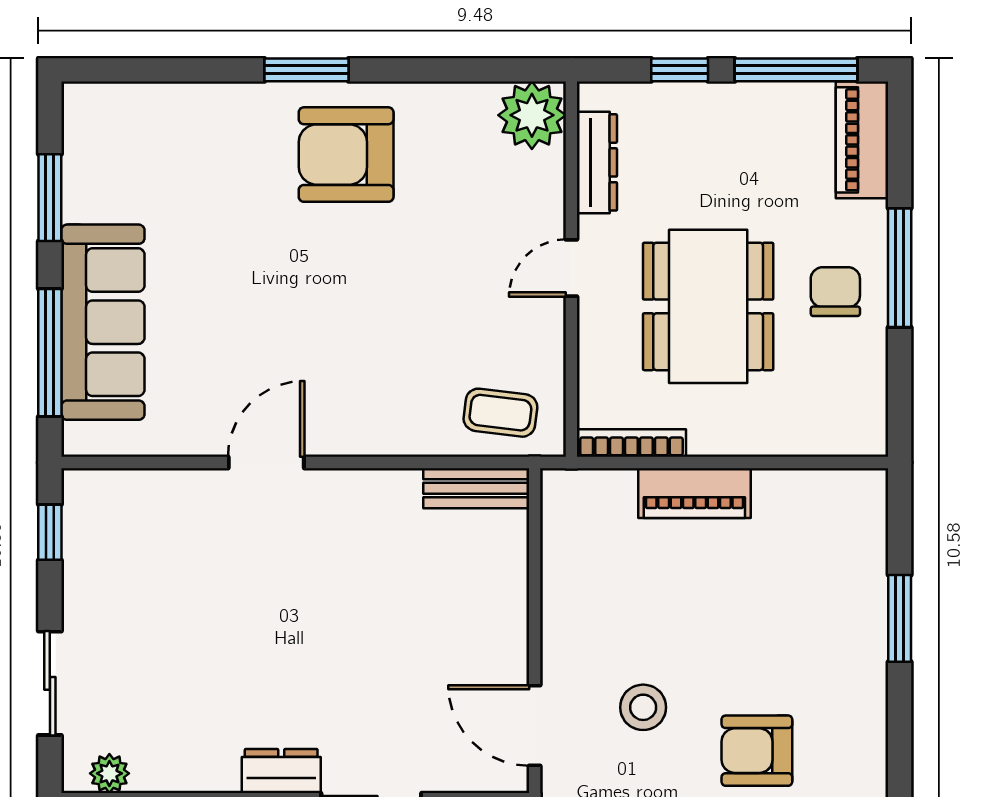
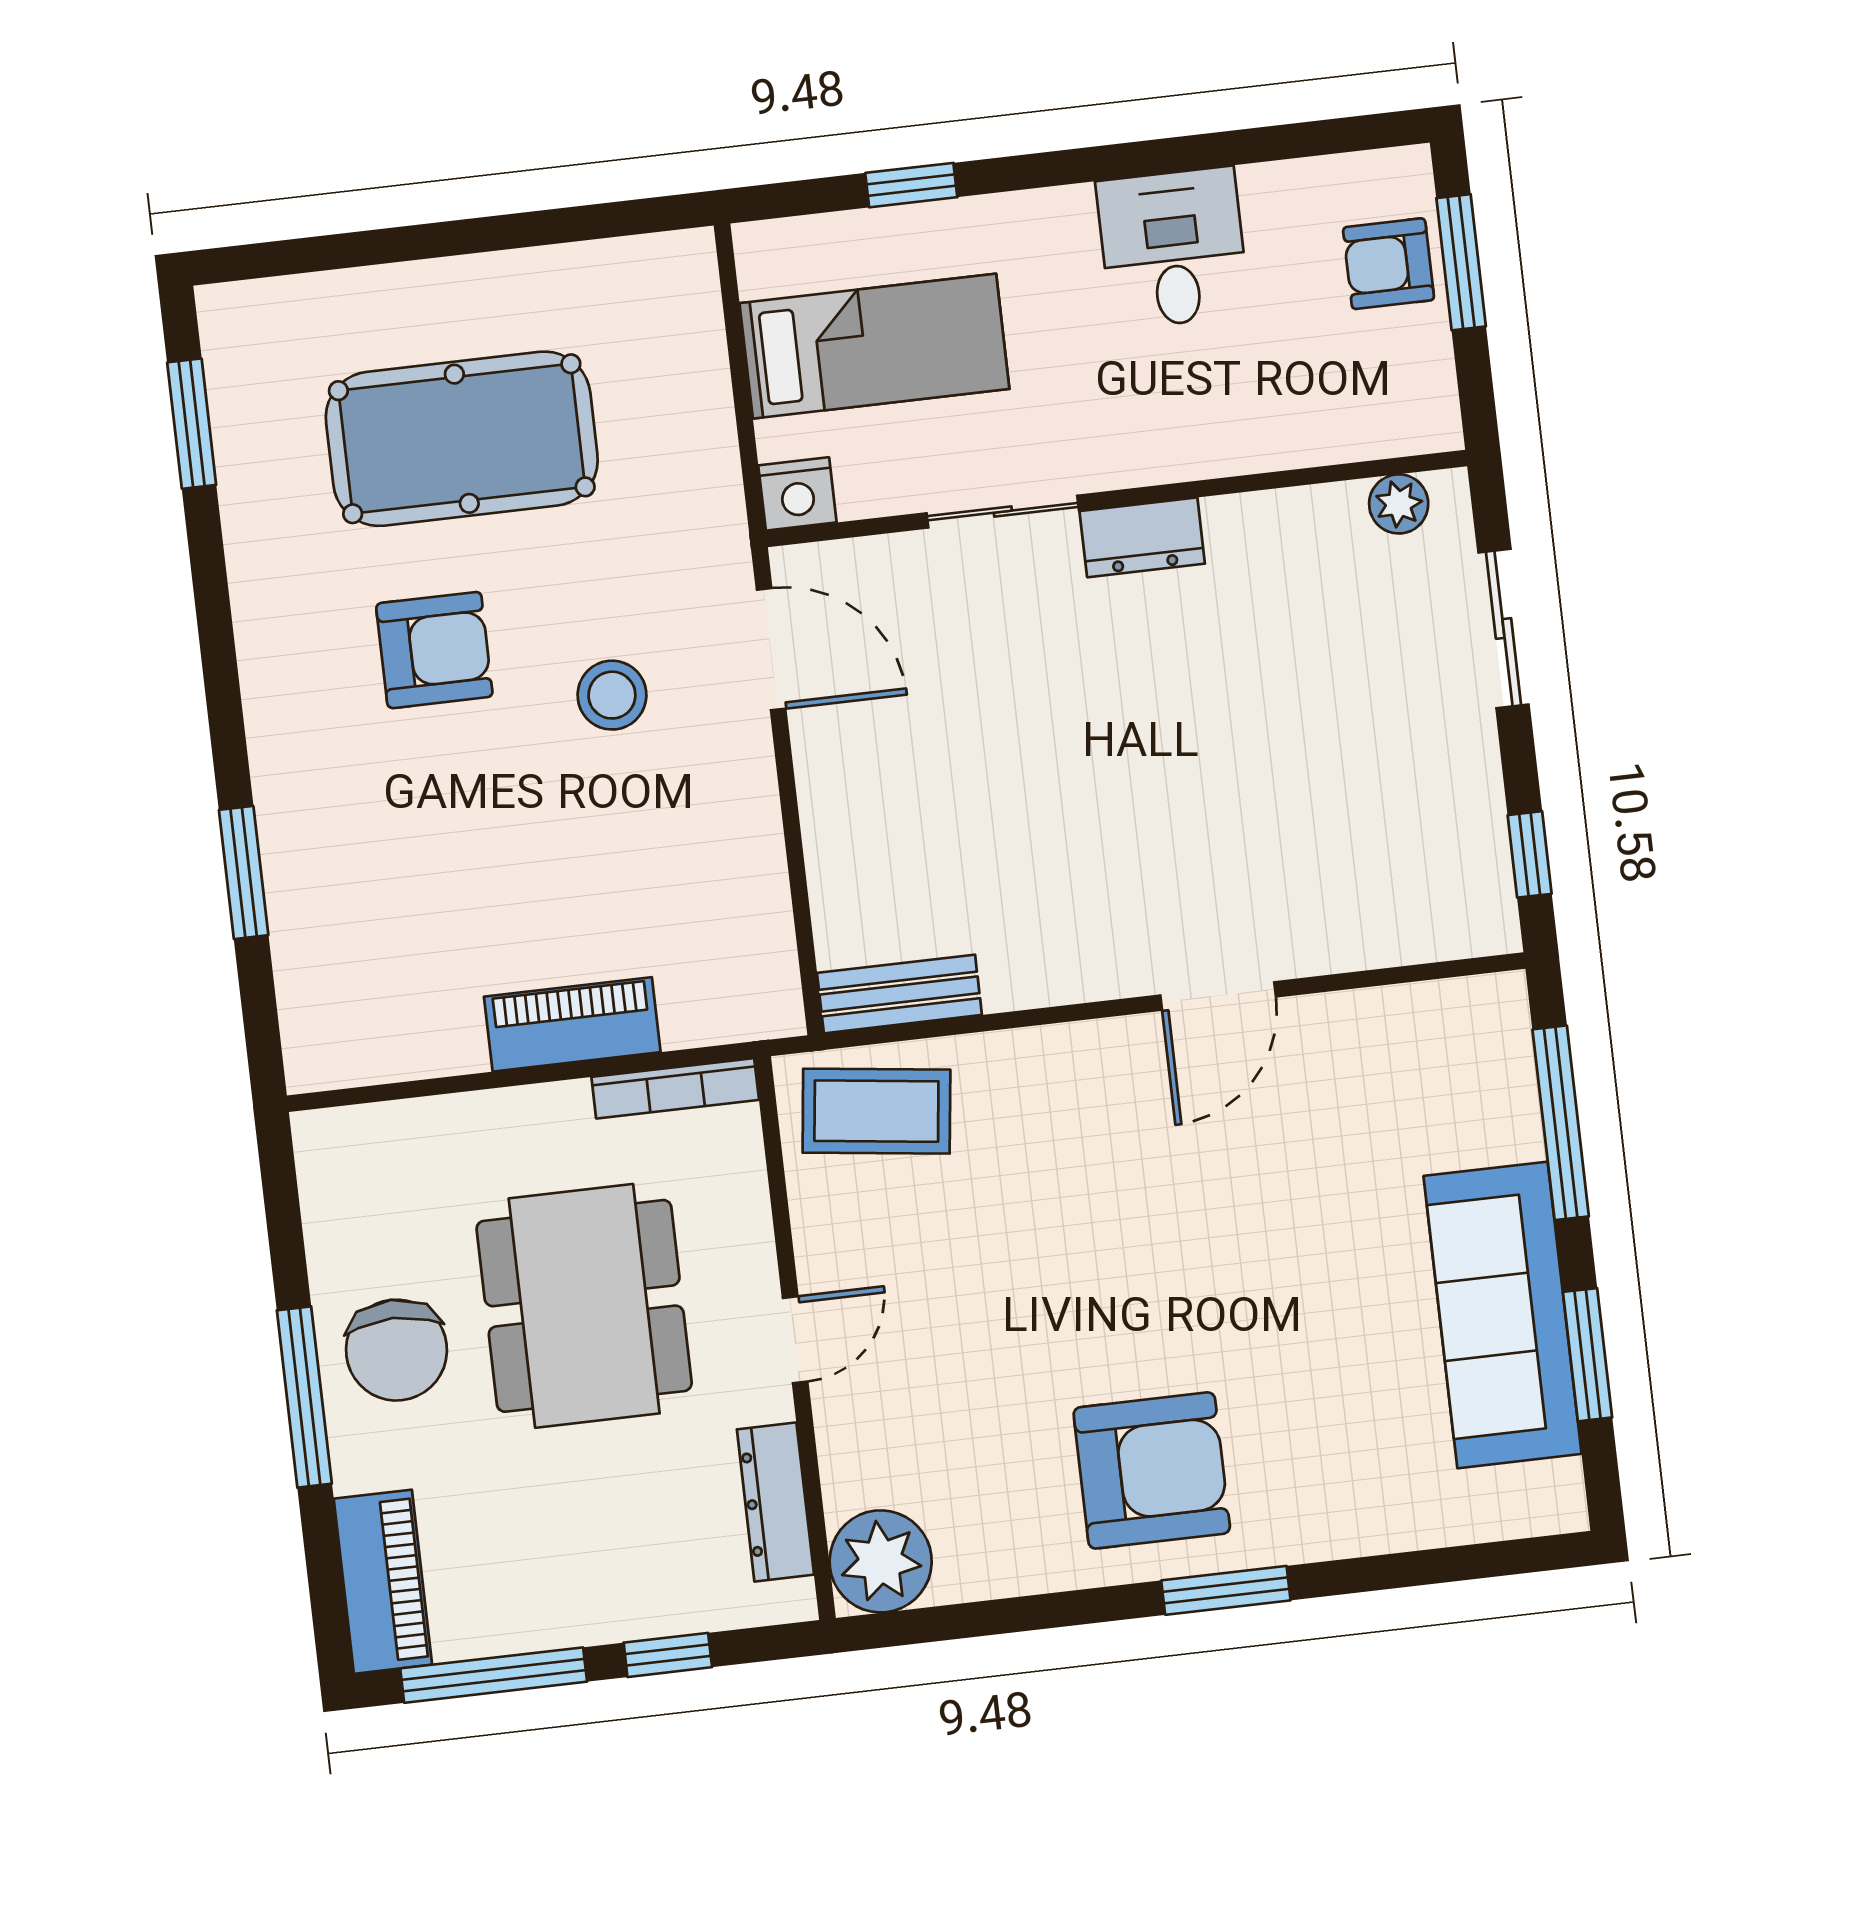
chair: (835, 292) -> (396, 1350), width x1.37, depth x1.37
sofa: (103, 322) -> (1503, 1315), moved
coffee table: (500, 413) -> (876, 1111), width x1.36, depth x1.30

